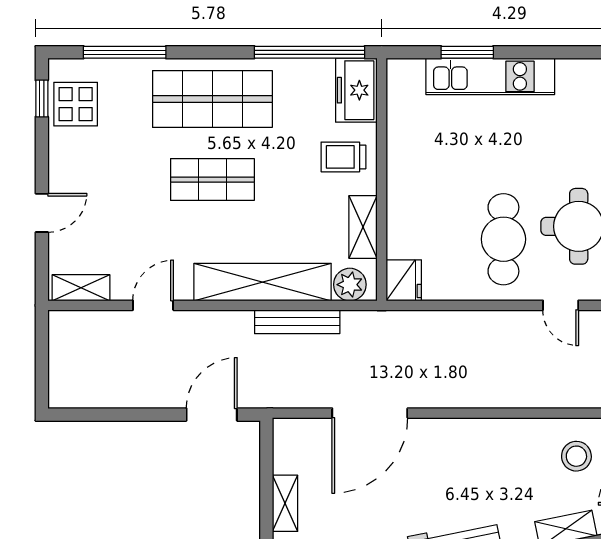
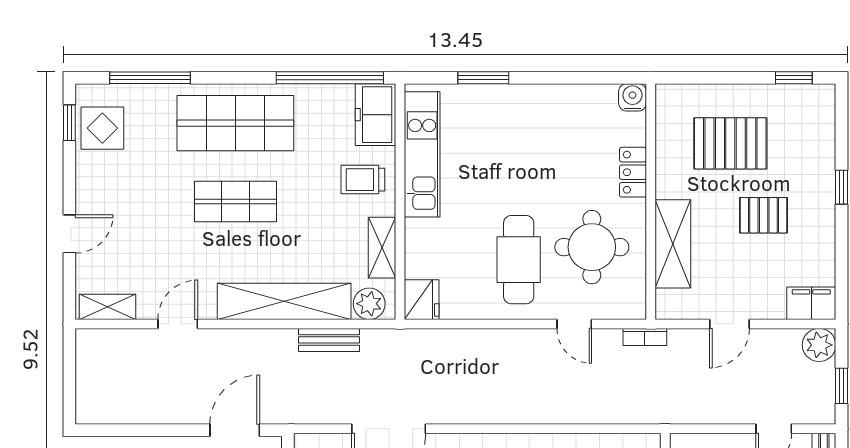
kitchen unit: (490, 76) -> (422, 154), moved, turned -90
bench: (297, 322) -> (329, 340), width x0.73

